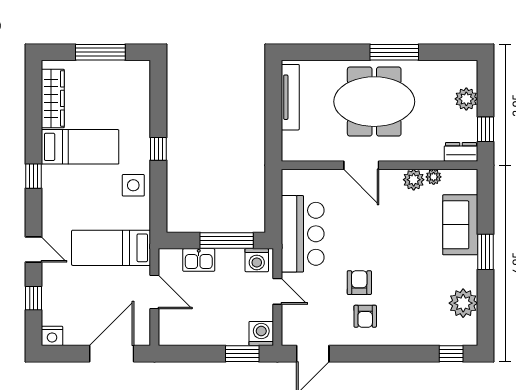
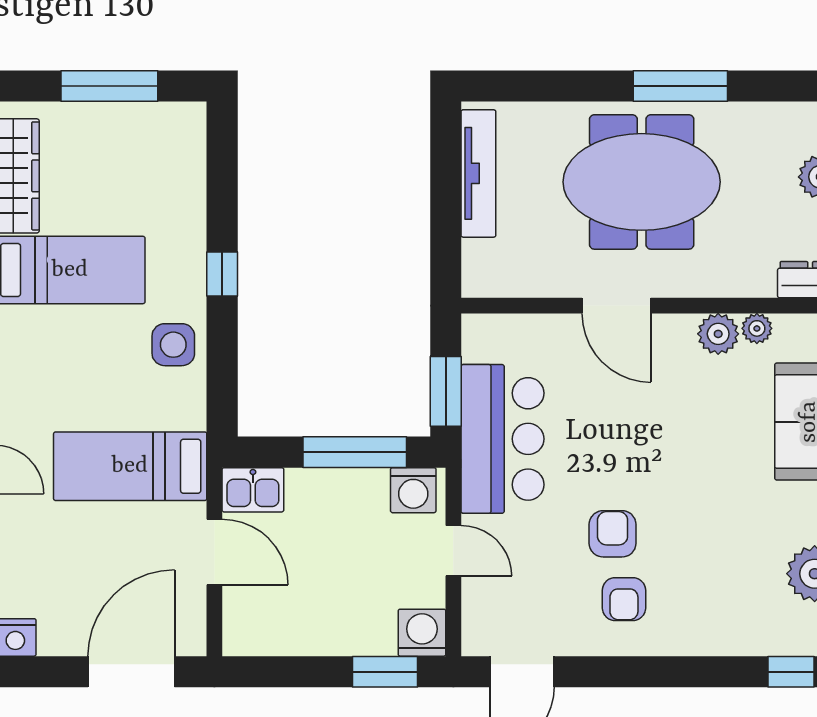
window: (273, 209) -> (446, 391), added
kitchen sink: (199, 260) -> (253, 490), moved

